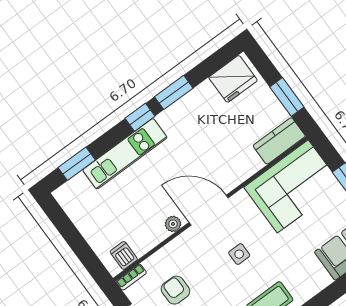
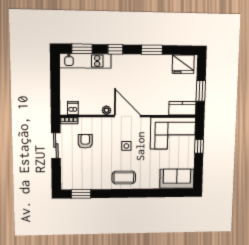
window: (140, 117) -> (115, 49), moved
kitchen unit: (125, 154) -> (85, 61), moved

